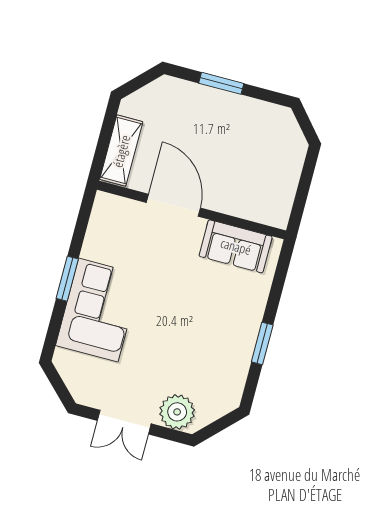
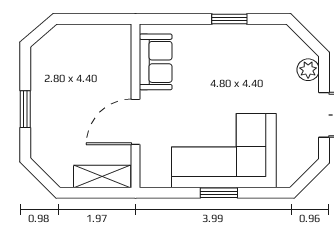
corner sofa: (98, 310) -> (224, 151), width x1.36, depth x1.36
plant: (177, 412) -> (308, 70), width x0.73, depth x0.73

